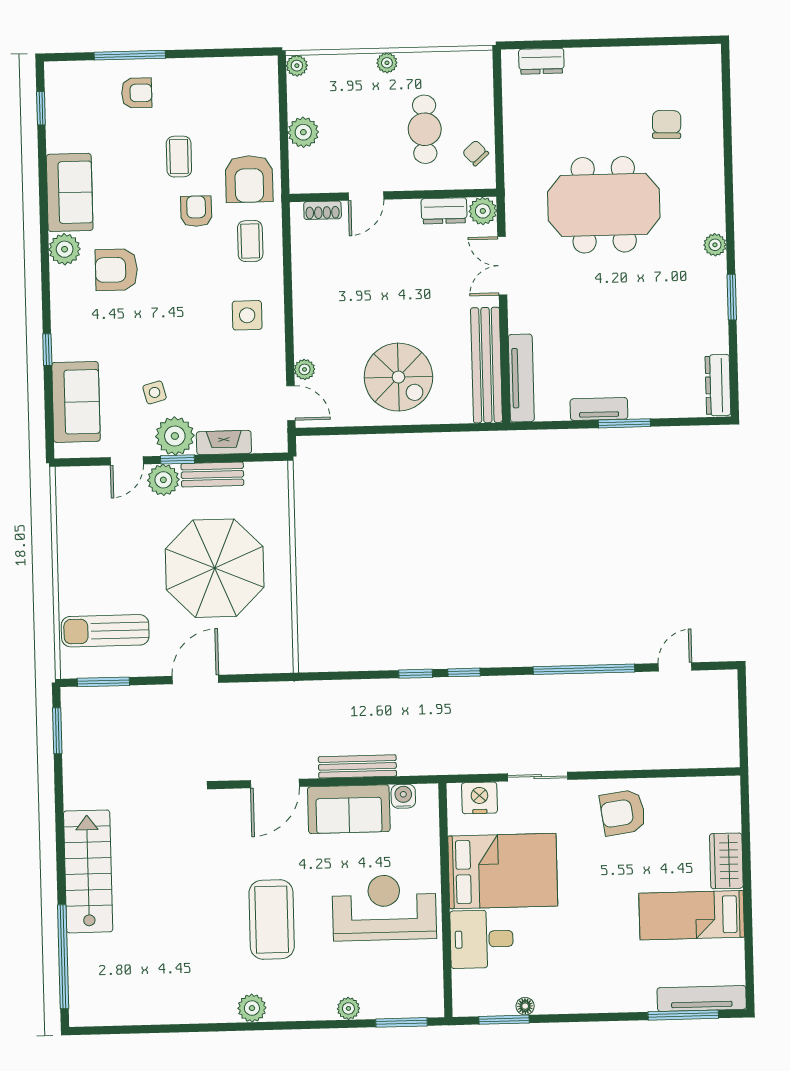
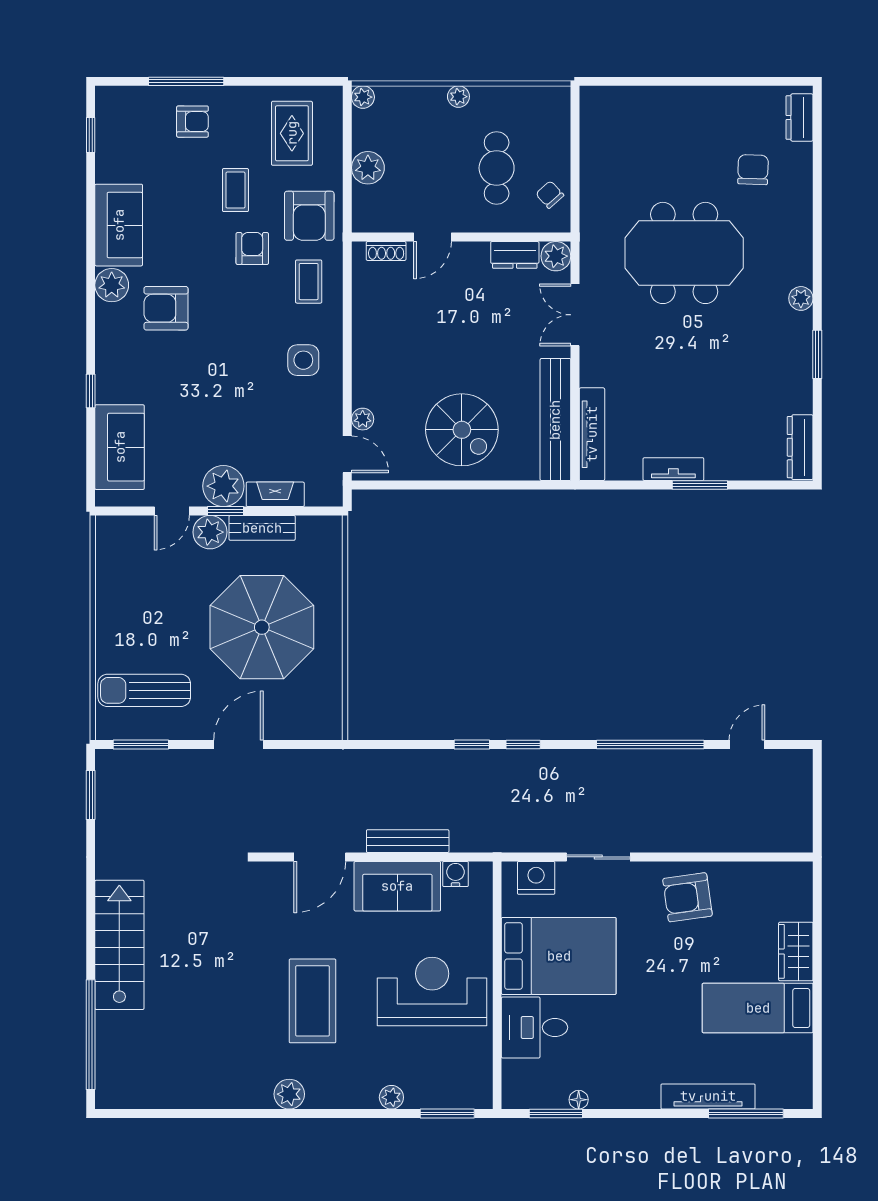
dresser: (541, 61) -> (800, 117), moved, turned 90
rug: (231, 102) -> (292, 133), added
side table: (155, 392) -> (203, 439), removed
tv unit: (702, 998) -> (708, 1096), moved

